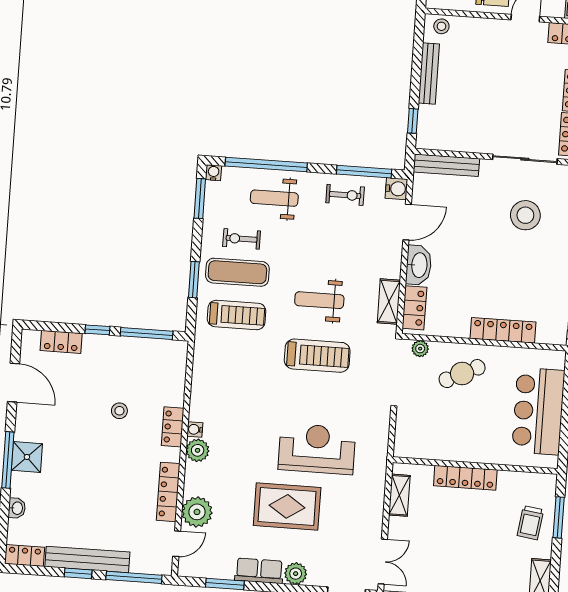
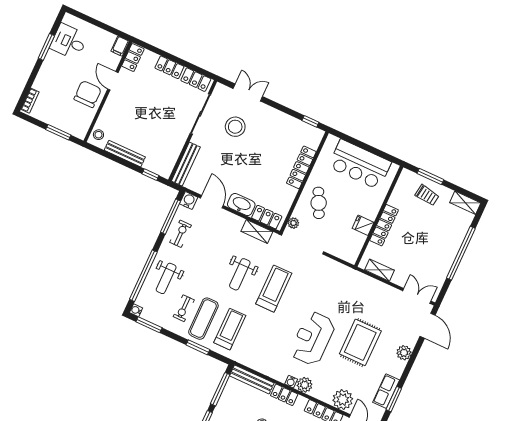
bench: (177, 373) -> (252, 379), added
fridge: (454, 448) -> (363, 225), added
reception desk: (317, 449) -> (313, 338), moved
row of seats: (259, 571) -> (386, 391), moved

